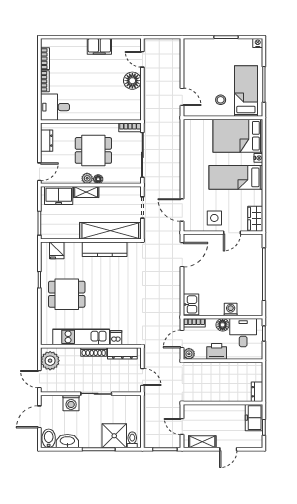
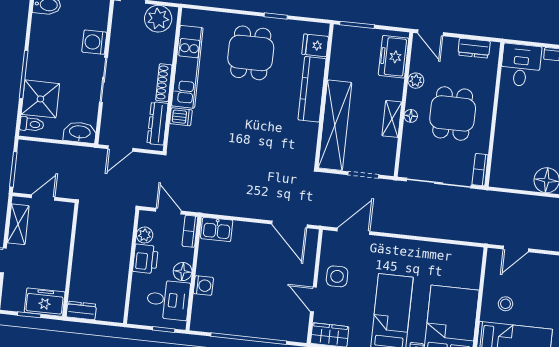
plant: (87, 178) -> (416, 81), moved
shelving: (86, 192) -> (392, 119), moved
kitchen counter: (105, 249) -> (312, 89), moved
plant: (189, 354) -> (145, 235), moved
washbasin: (67, 441) -> (80, 132), moved, turned -90

